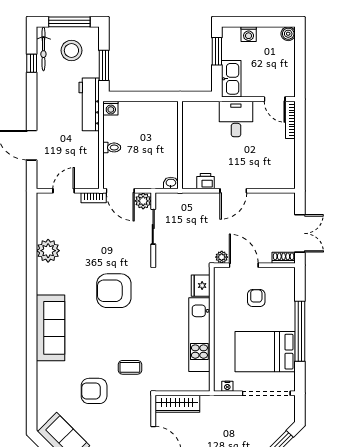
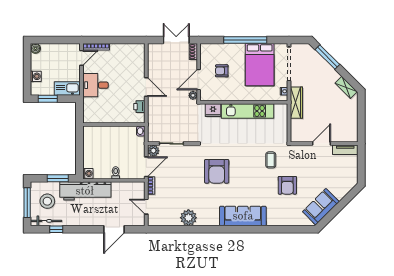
workbench: (89, 104) -> (85, 191), width x1.36, depth x1.32
wardrobe: (177, 404) -> (296, 103), moved

